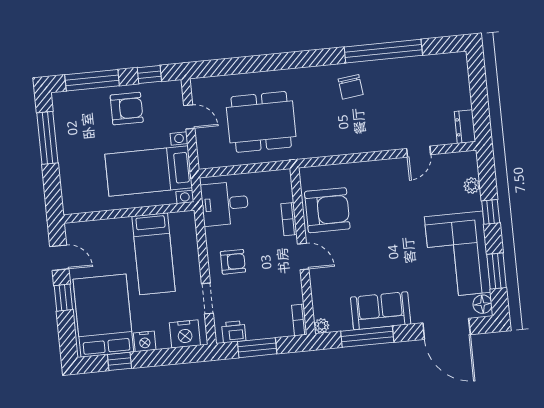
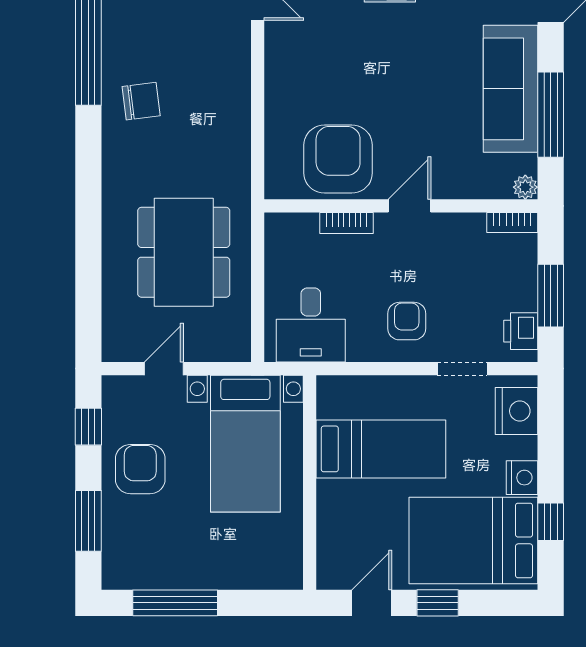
window: (92, 80) -> (88, 521), width x0.69
sofa: (381, 311) -> (510, 89), width x1.36

